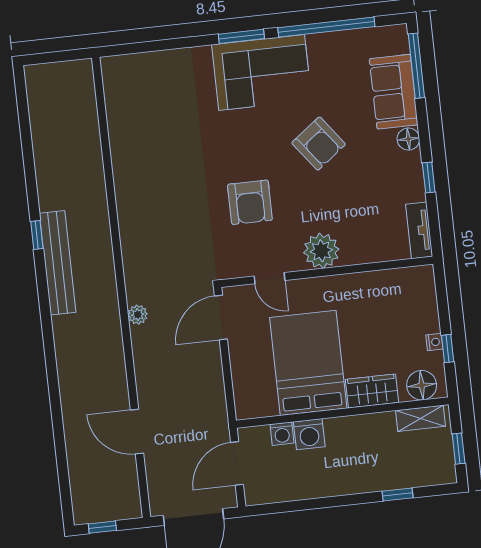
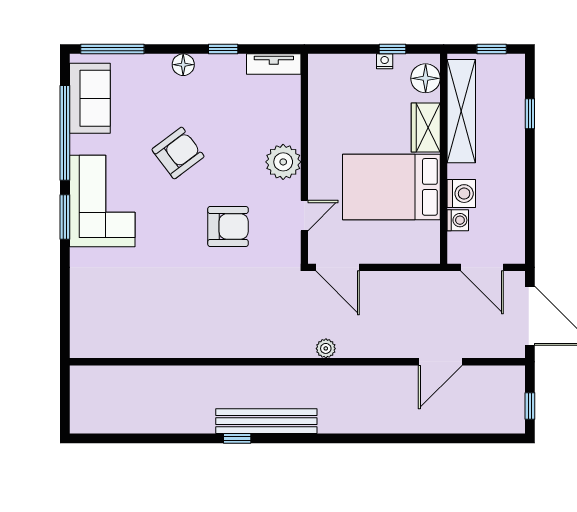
sofa: (394, 92) -> (90, 98), moved, turned -90
shelving: (421, 418) -> (461, 111), width x2.20, depth x1.33

